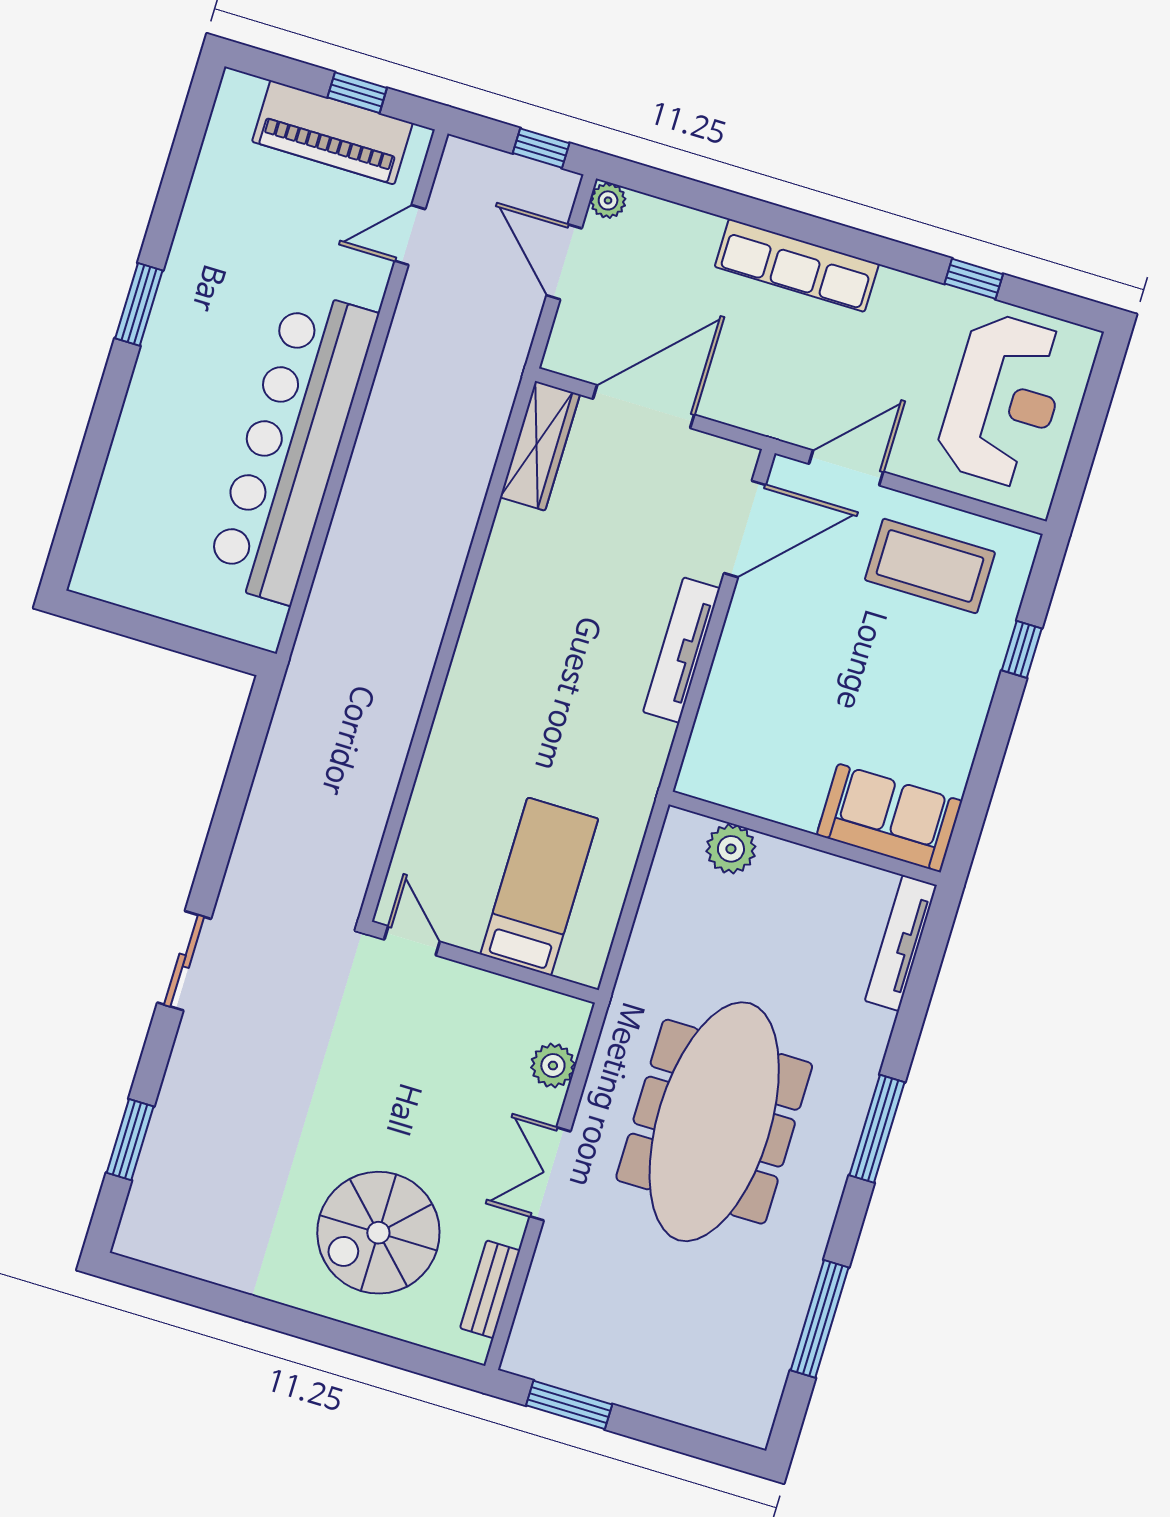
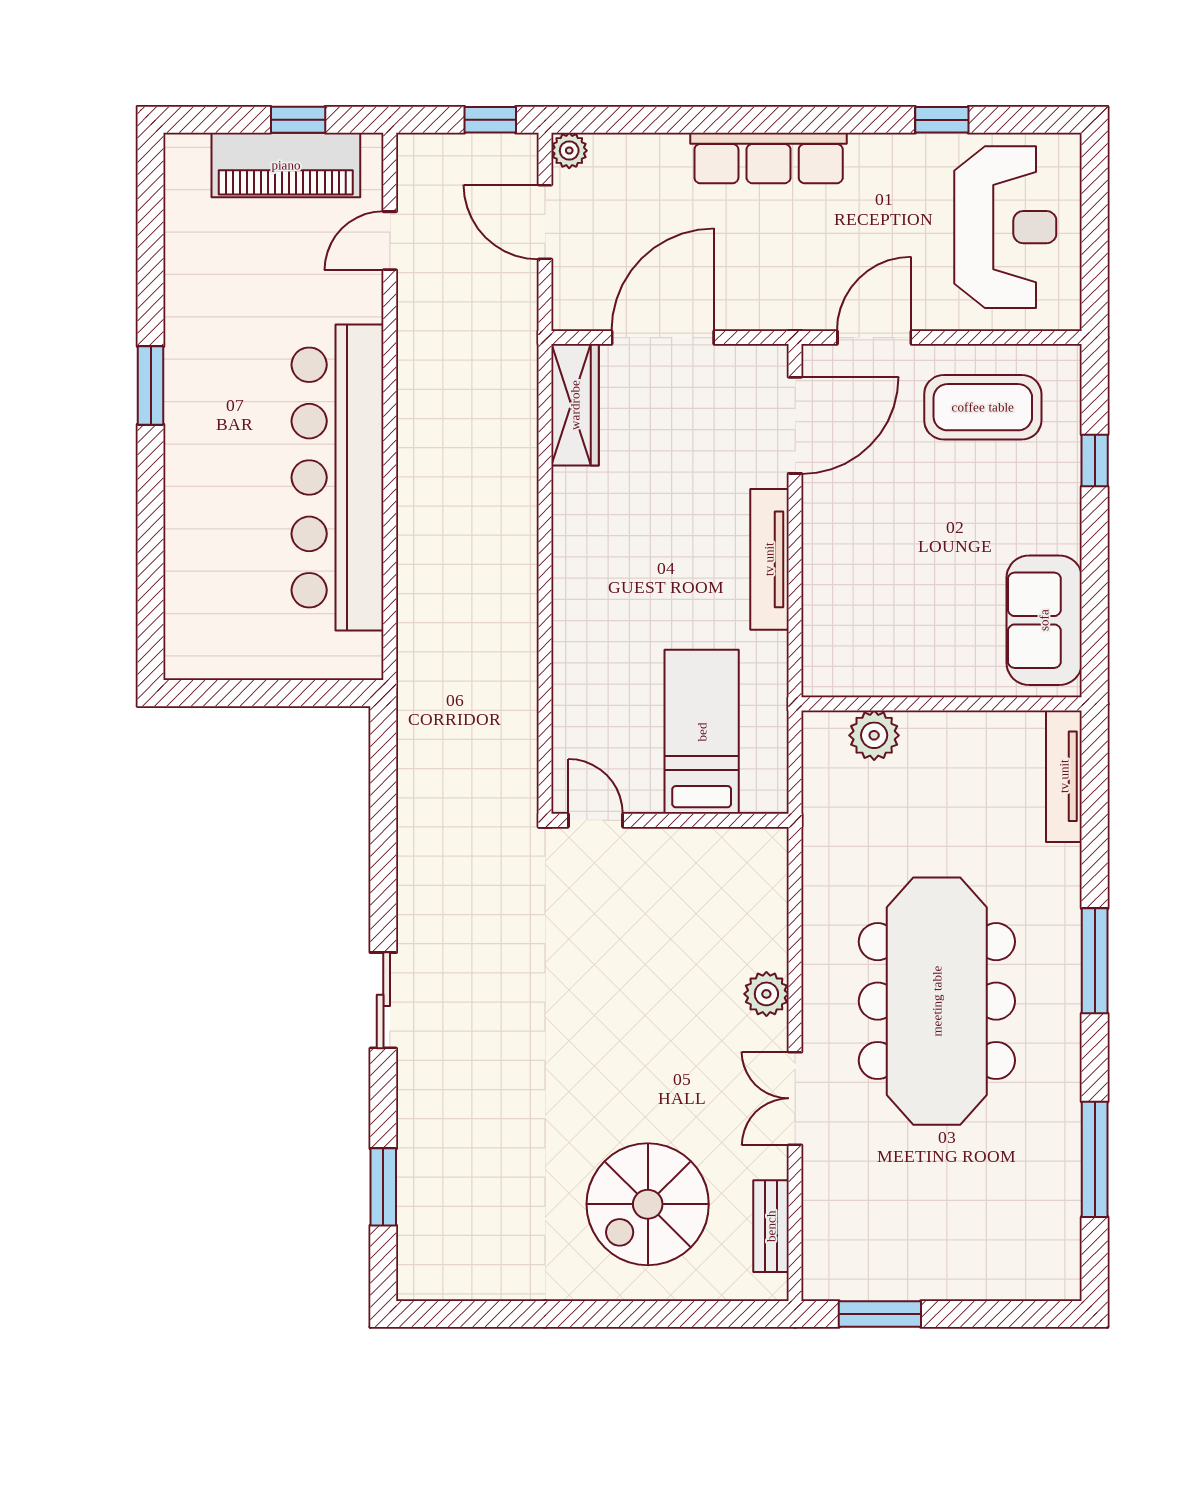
sofa: (889, 818) -> (1044, 620), moved, turned -90
bed: (539, 886) -> (702, 732), moved
door: (412, 941) -> (595, 820), moved
wall: (483, 962) -> (670, 820), moved

